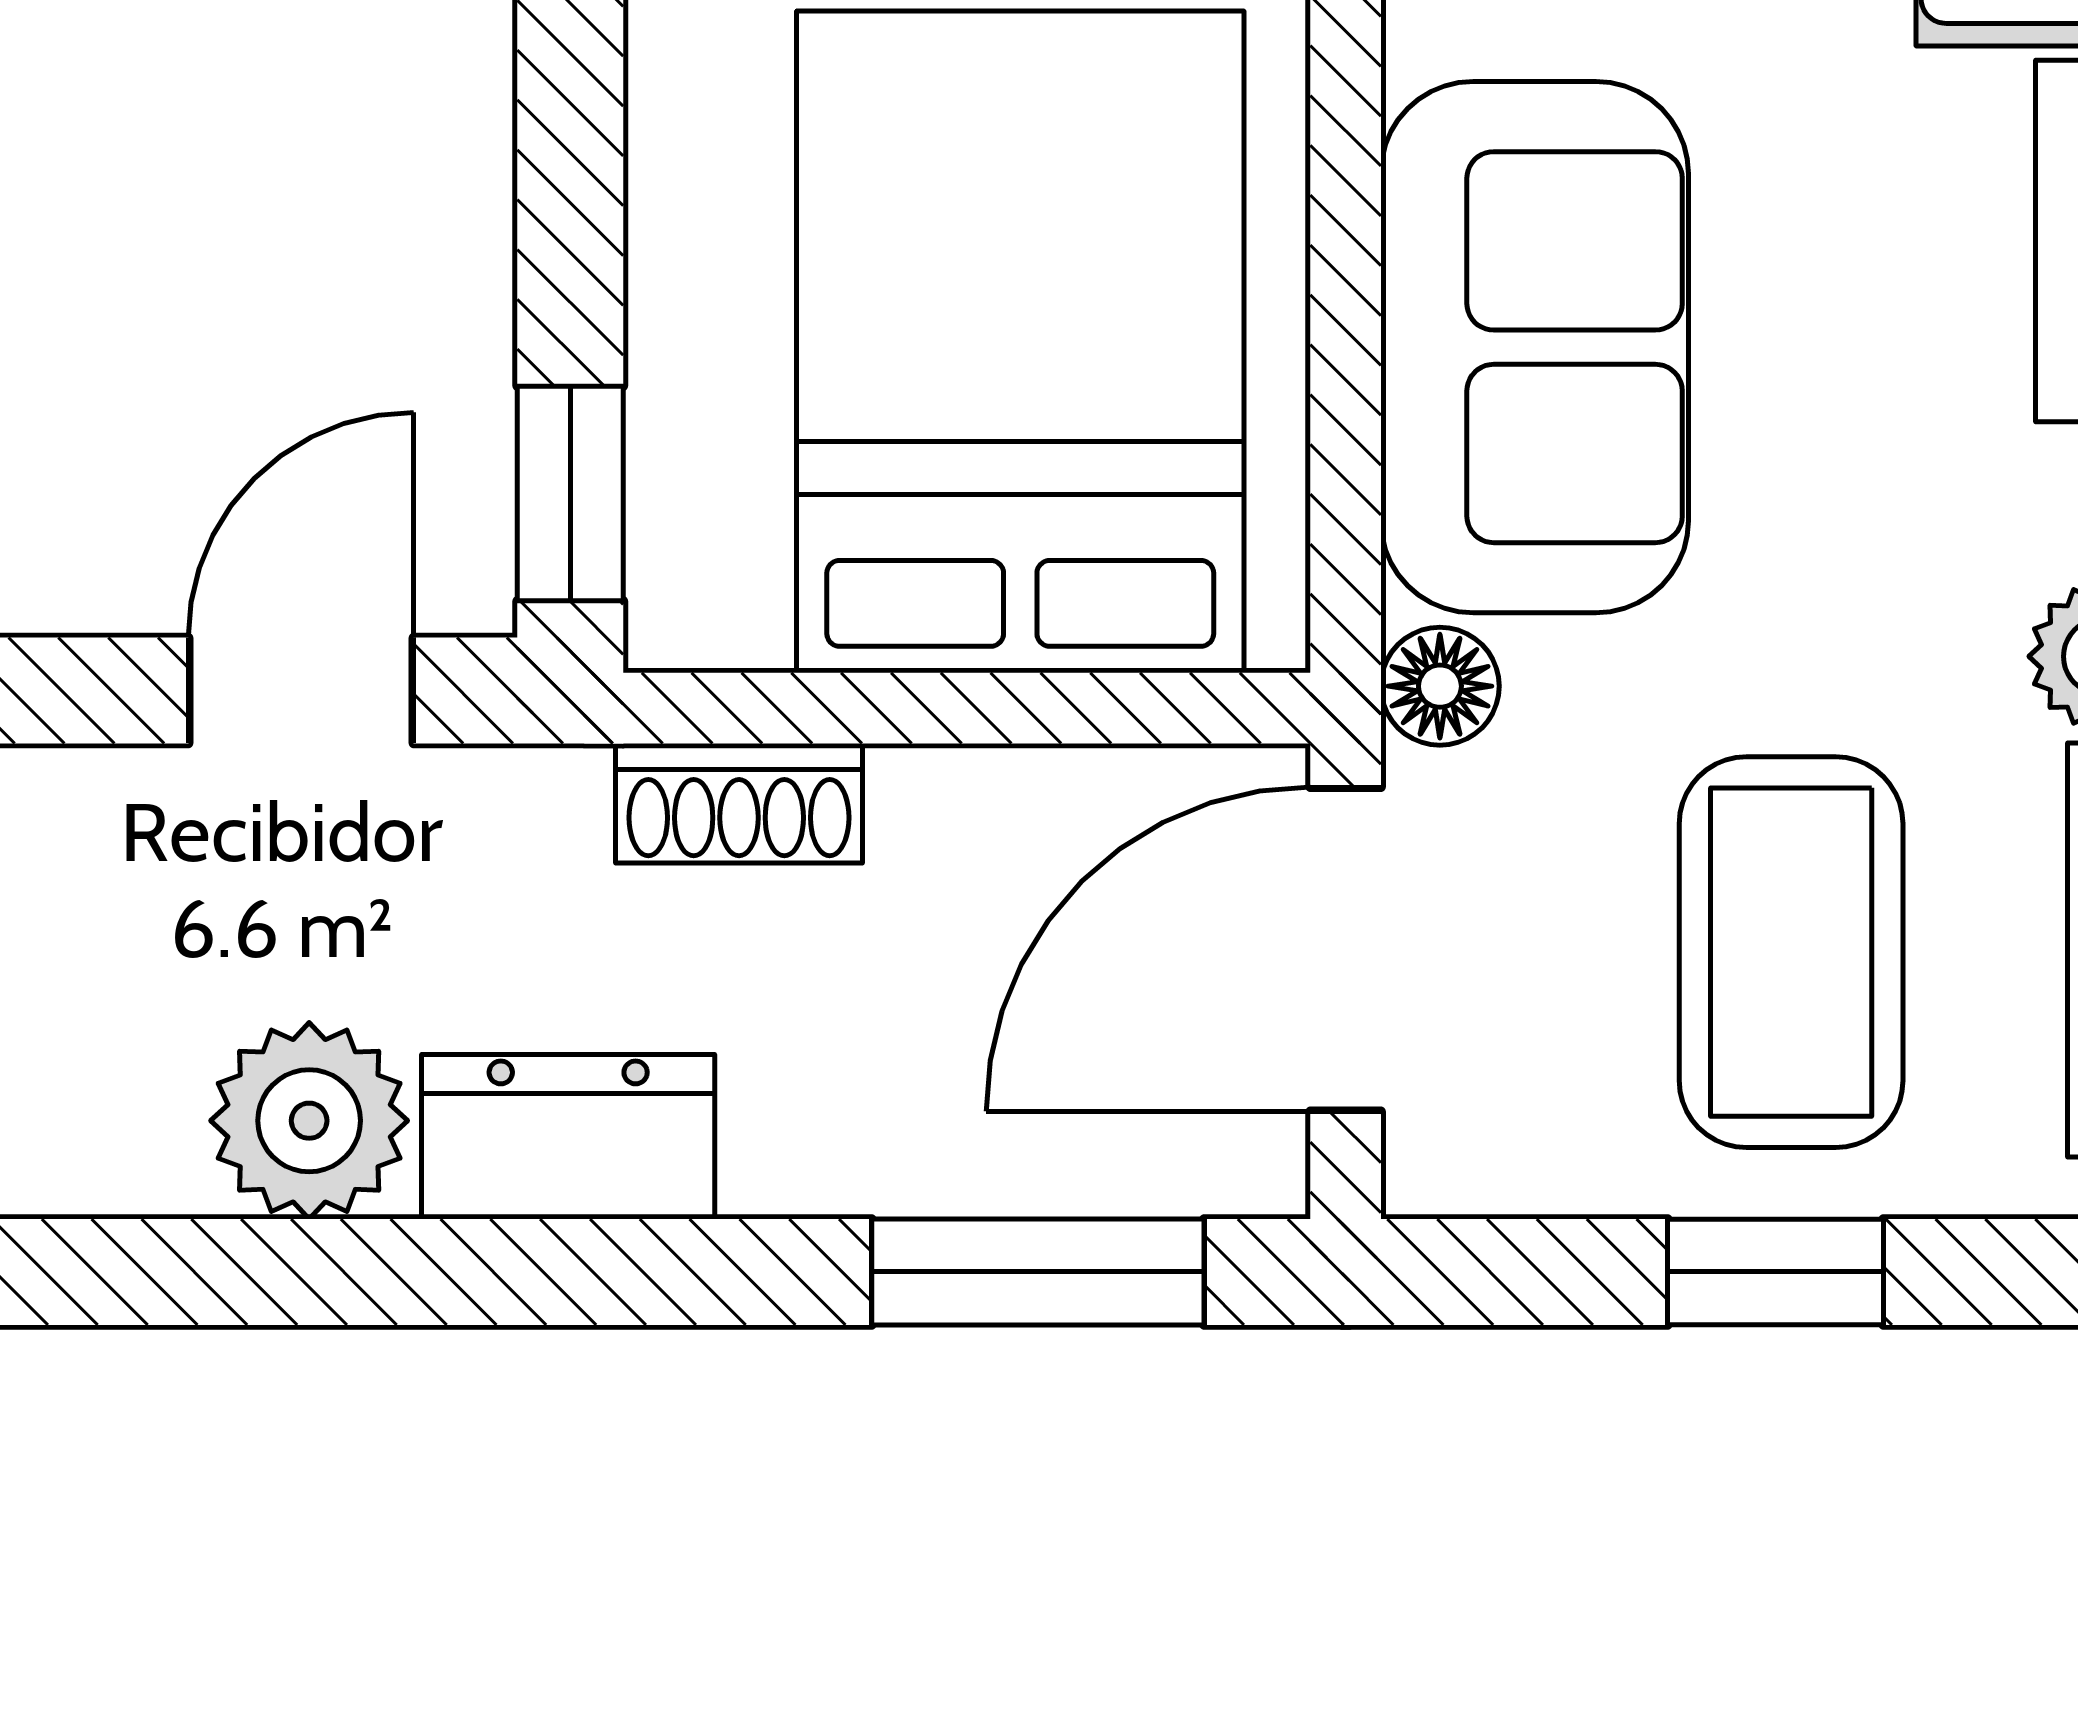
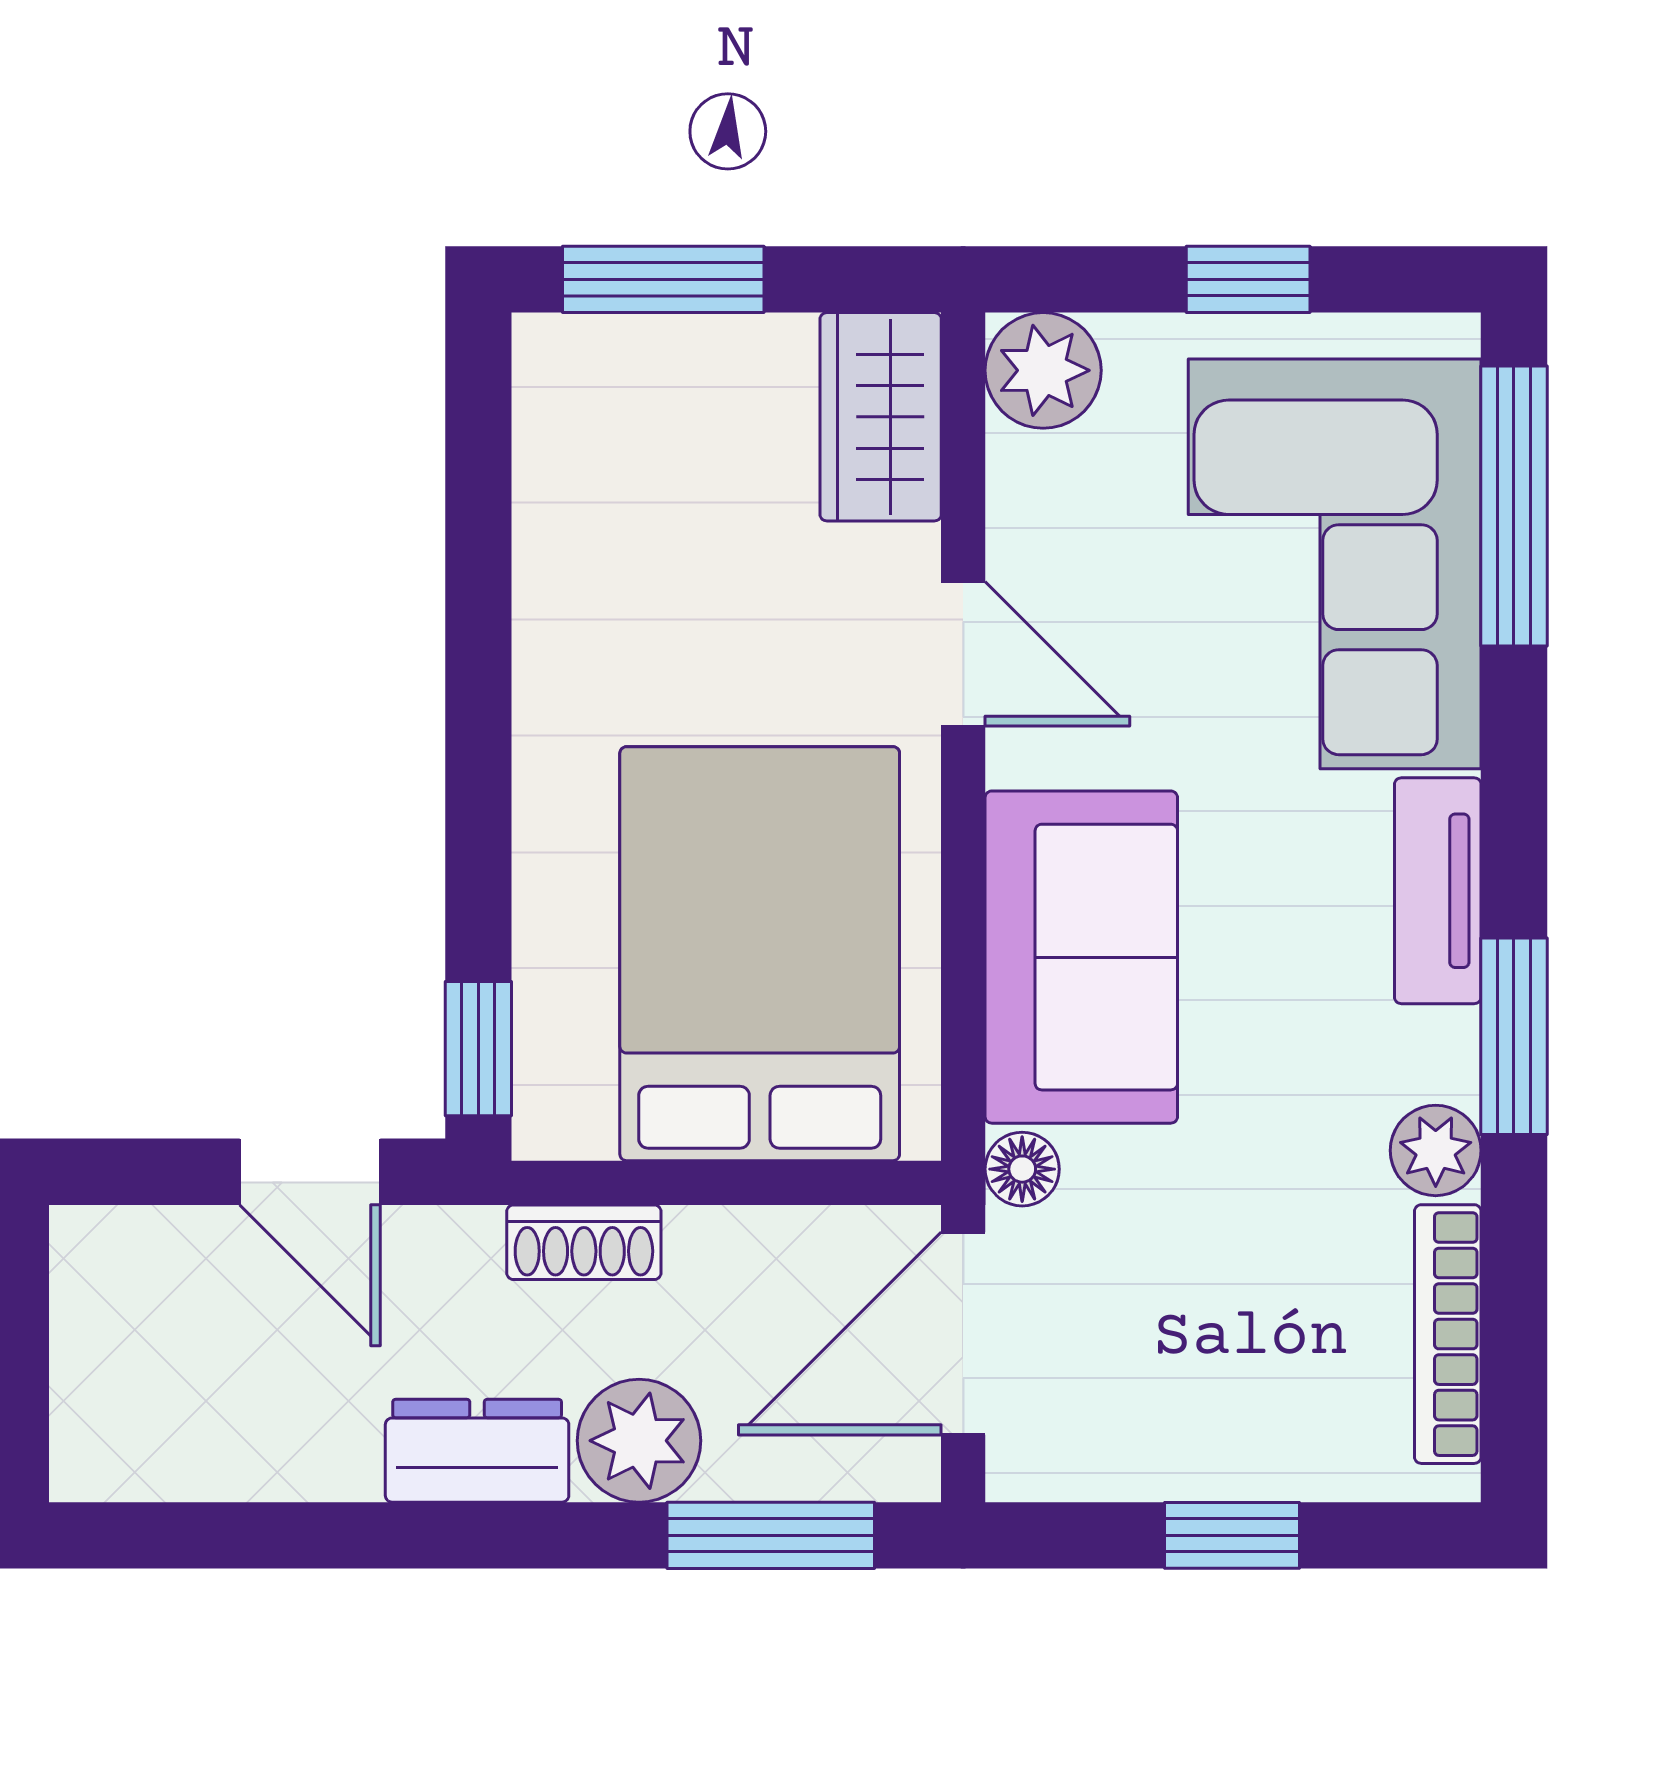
door: (301, 691) -> (310, 1172), swing flipped
coffee table: (1791, 952) -> (1242, 1335), removed
plant: (309, 1121) -> (639, 1441), moved

